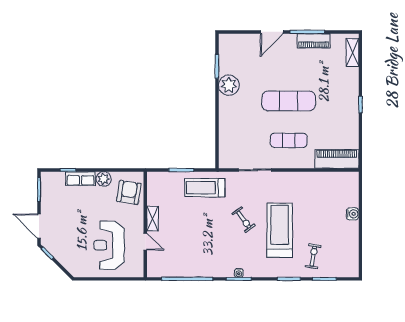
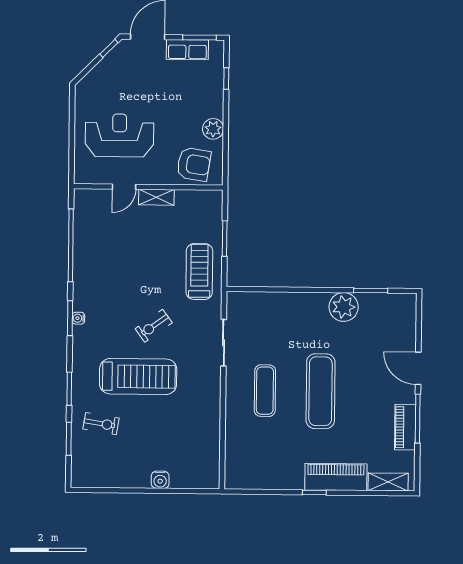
piano: (337, 159) -> (336, 477), moved, turned -90
row of seats: (81, 179) -> (187, 50), moved, turned -90

